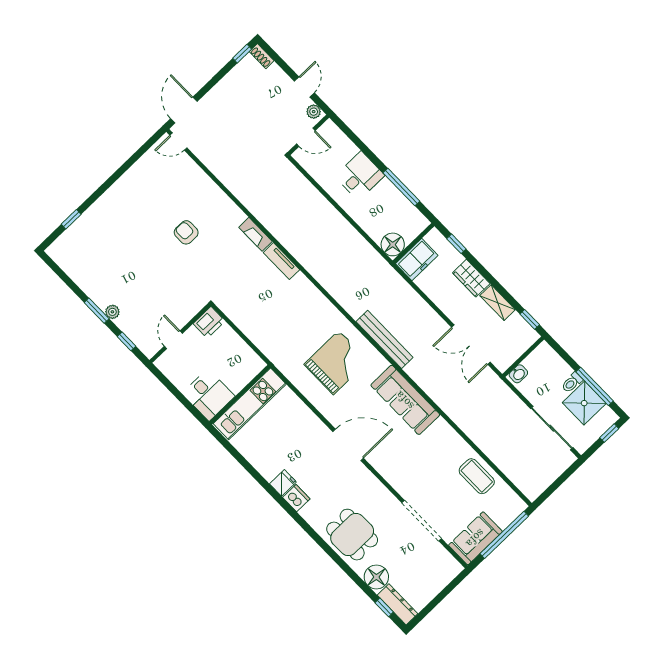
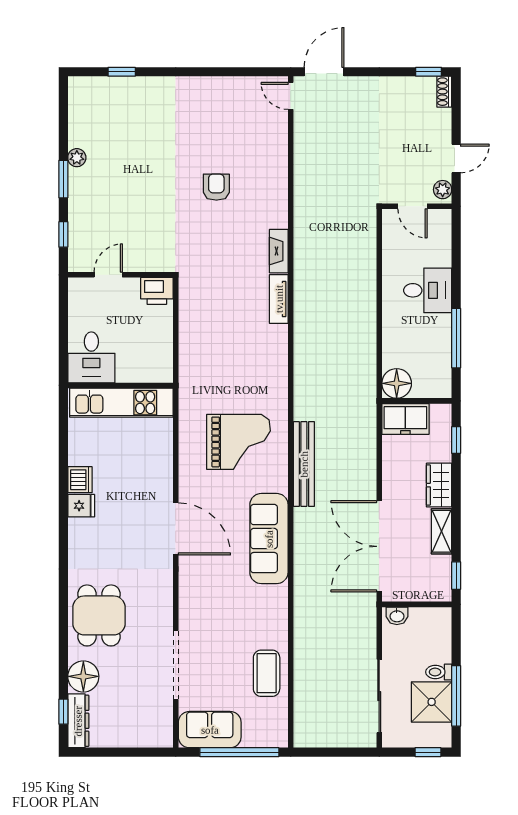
plant: (112, 312) -> (77, 158), moved
double door: (471, 345) -> (379, 546), width x1.36
dishwasher: (296, 498) -> (80, 480), moved

